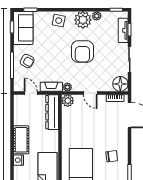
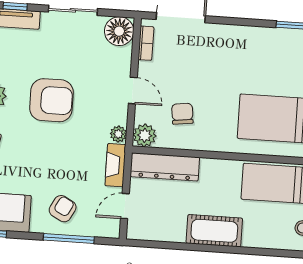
door: (90, 93) -> (133, 91), hinge flipped
chair: (112, 156) -> (182, 114), moved
nightstand: (19, 160) -> (253, 238), removed

